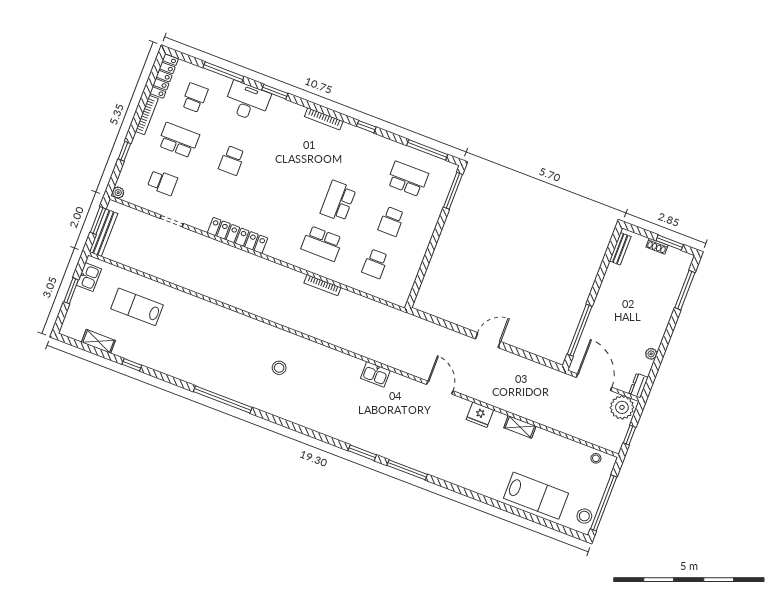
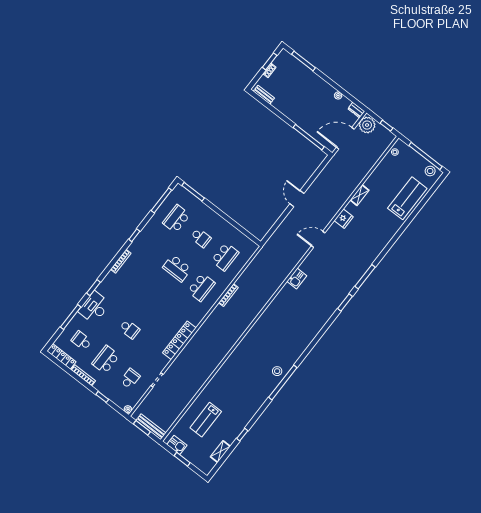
school desk: (375, 264) -> (225, 257), width x1.85
stool: (279, 368) -> (277, 371), moved

